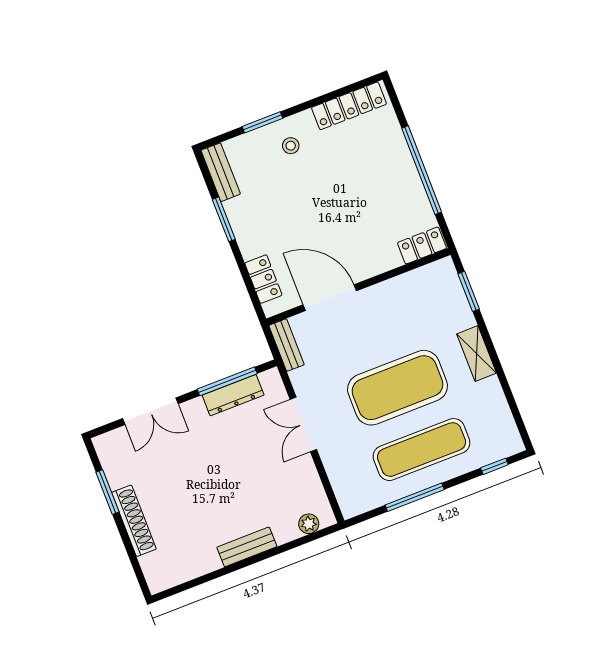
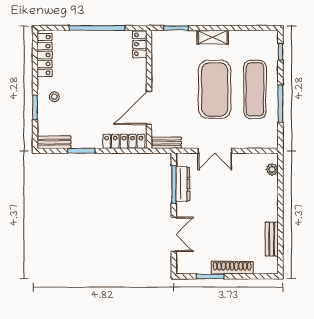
locker: (263, 279) -> (124, 141), width x1.53
bench: (247, 547) -> (272, 239), moved

